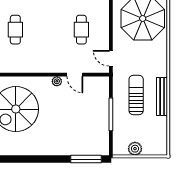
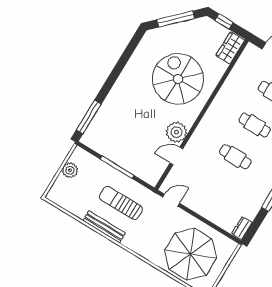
cafe table: (81, 30) -> (235, 157), moved
plant: (57, 81) -> (177, 132), width x1.88, depth x1.88
sun lounger: (136, 95) -> (121, 203), turned 180

